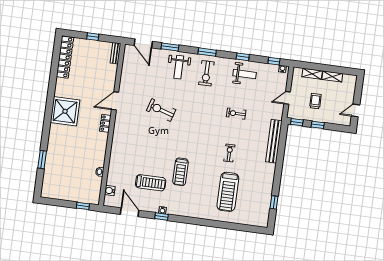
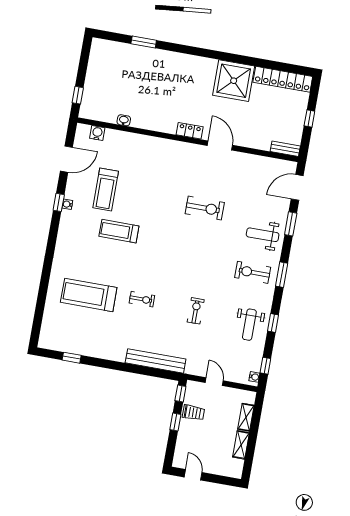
trolley: (315, 101) -> (193, 413), moved
exercise bike: (161, 110) -> (205, 208), turned 73
shower: (65, 111) -> (234, 81), moved

